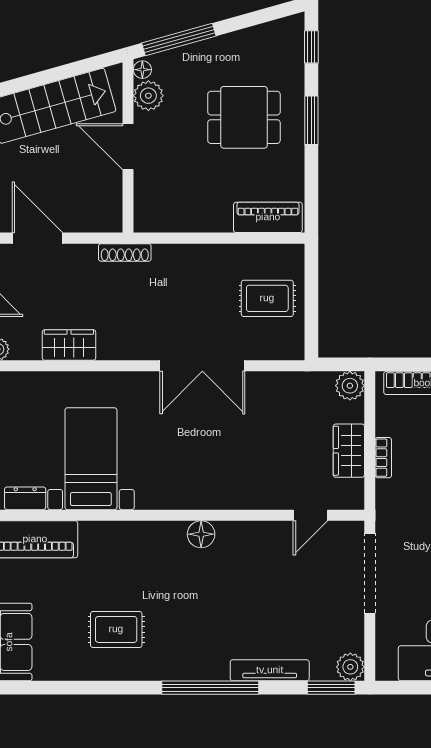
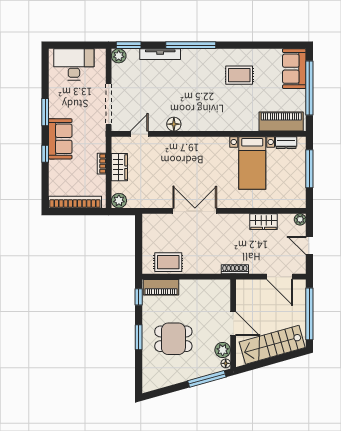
window: (311, 47) -> (139, 297), moved
rug: (267, 298) -> (168, 262), moved
floor lamp: (201, 534) -> (174, 124), moved

